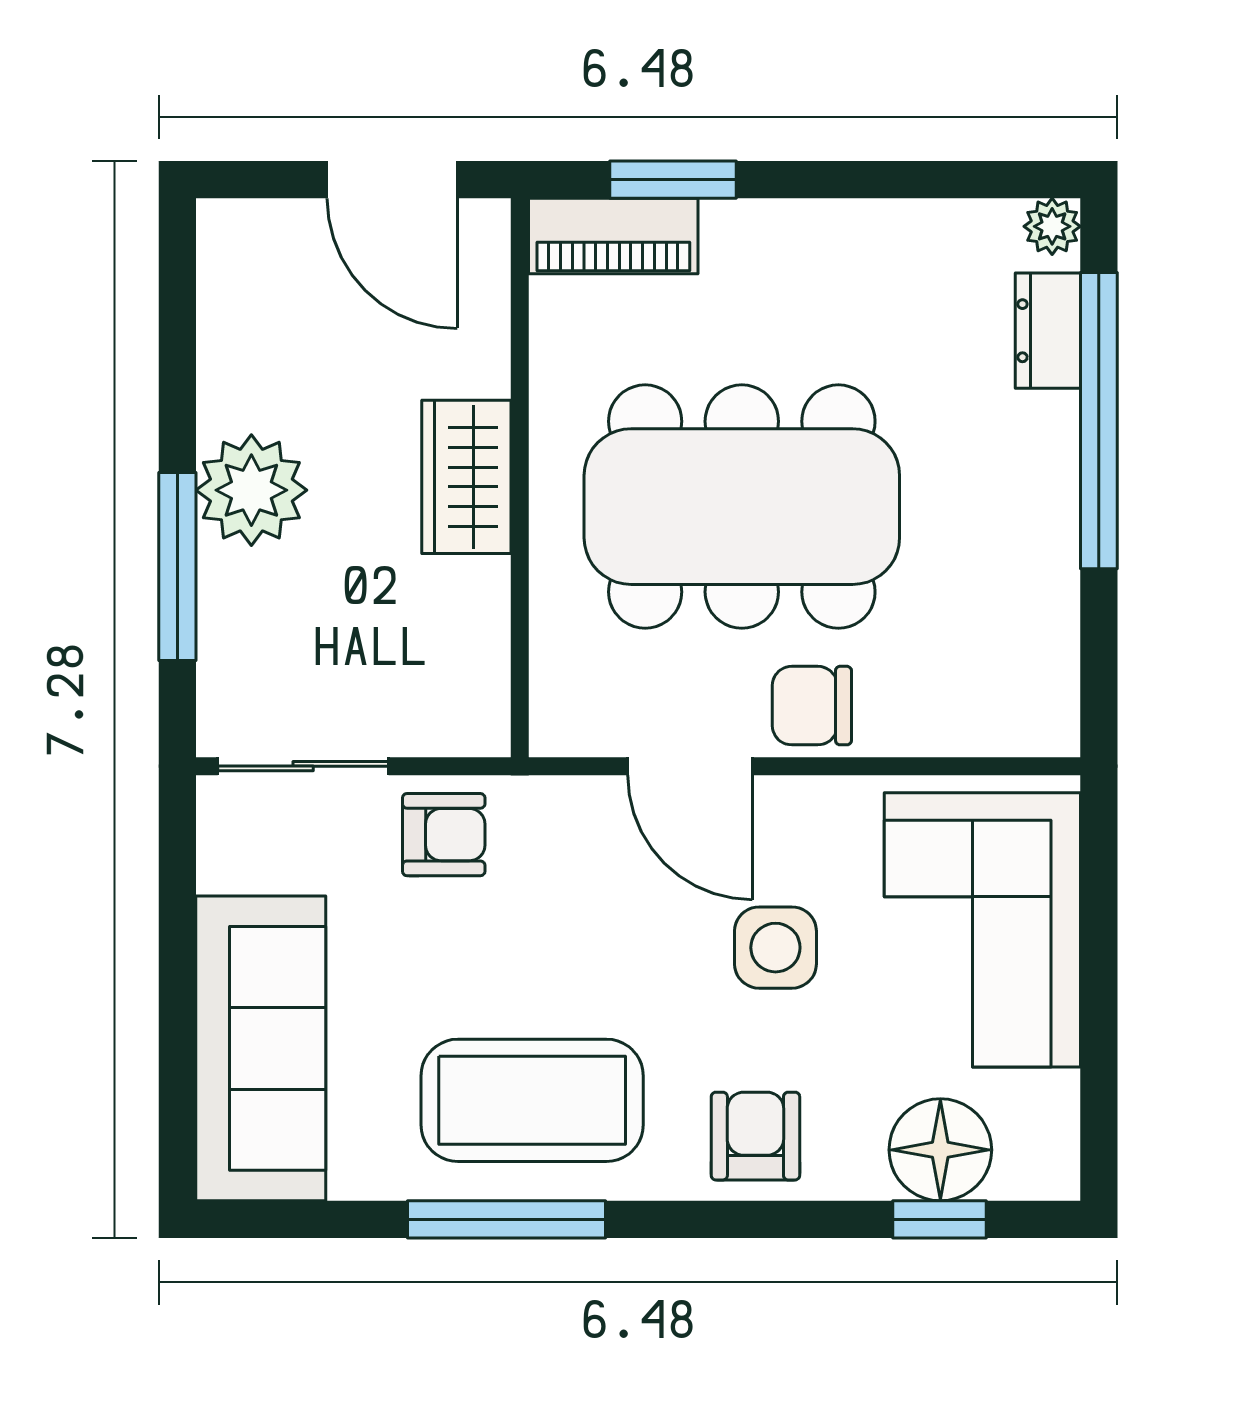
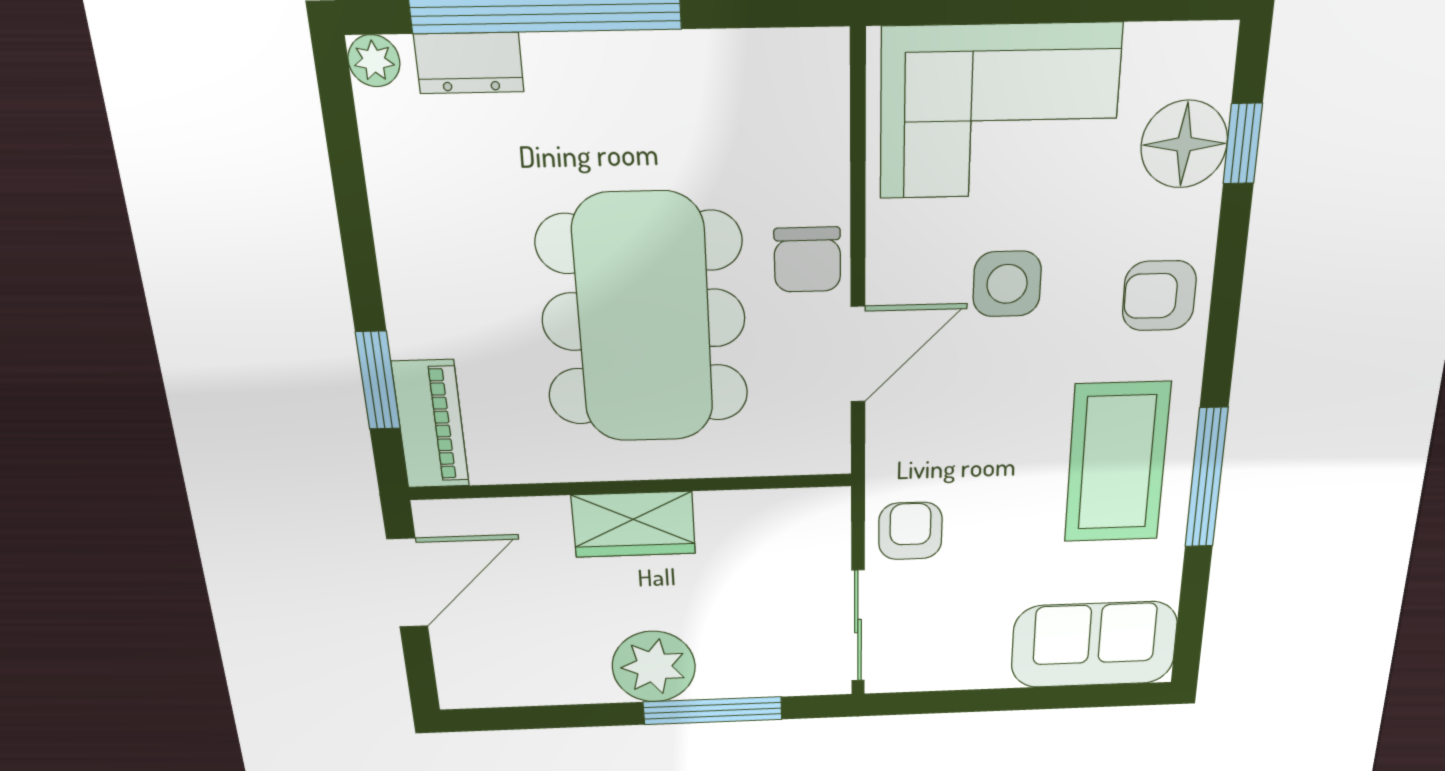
sofa: (261, 1048) -> (1094, 645), width x0.73

